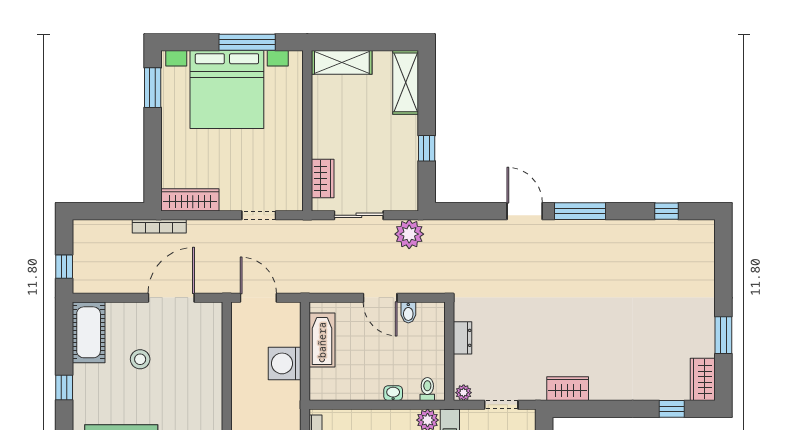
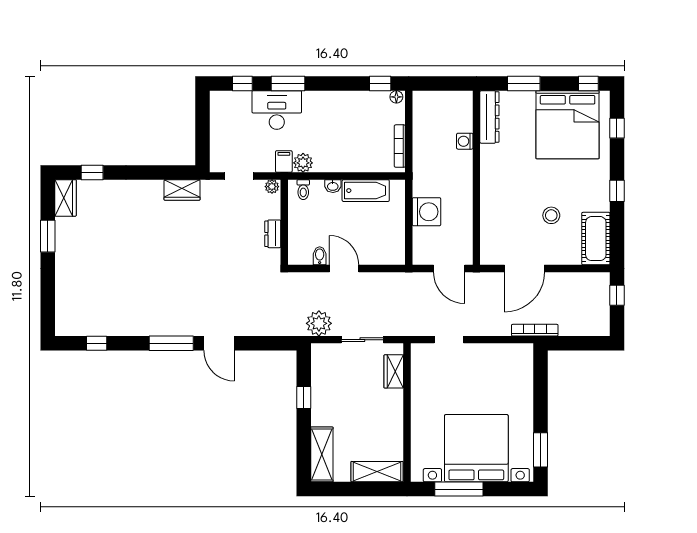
wardrobe: (190, 200) -> (508, 353), removed
bathtub: (322, 340) -> (366, 191), moved, turned -90

